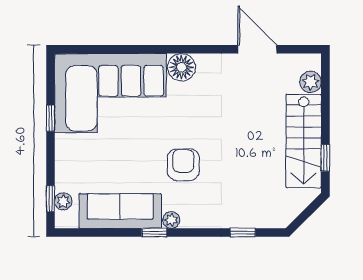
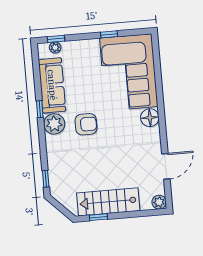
plant: (311, 82) -> (159, 202), moved
plant: (171, 220) -> (54, 124), width x1.87, depth x1.87
window: (243, 233) -> (46, 179), moved

